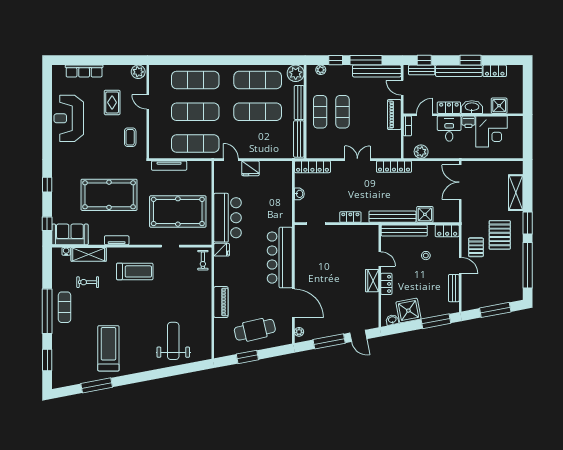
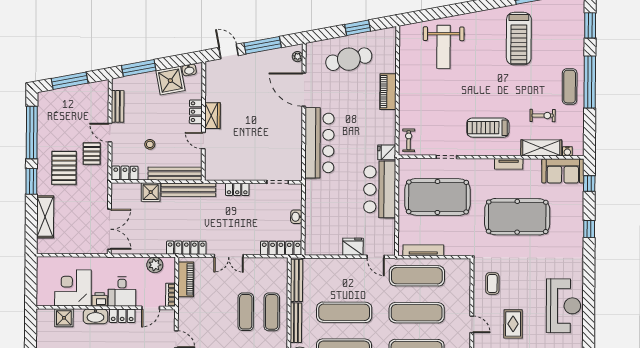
piano: (394, 115) -> (186, 279), moved
tv unit: (169, 166) -> (423, 250), moved

